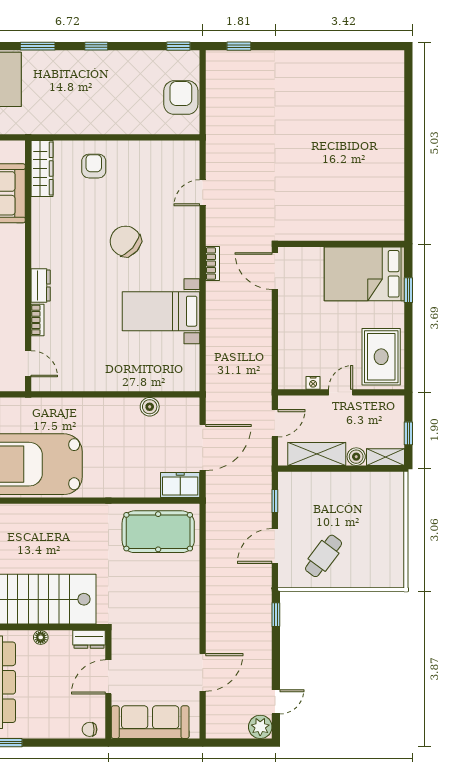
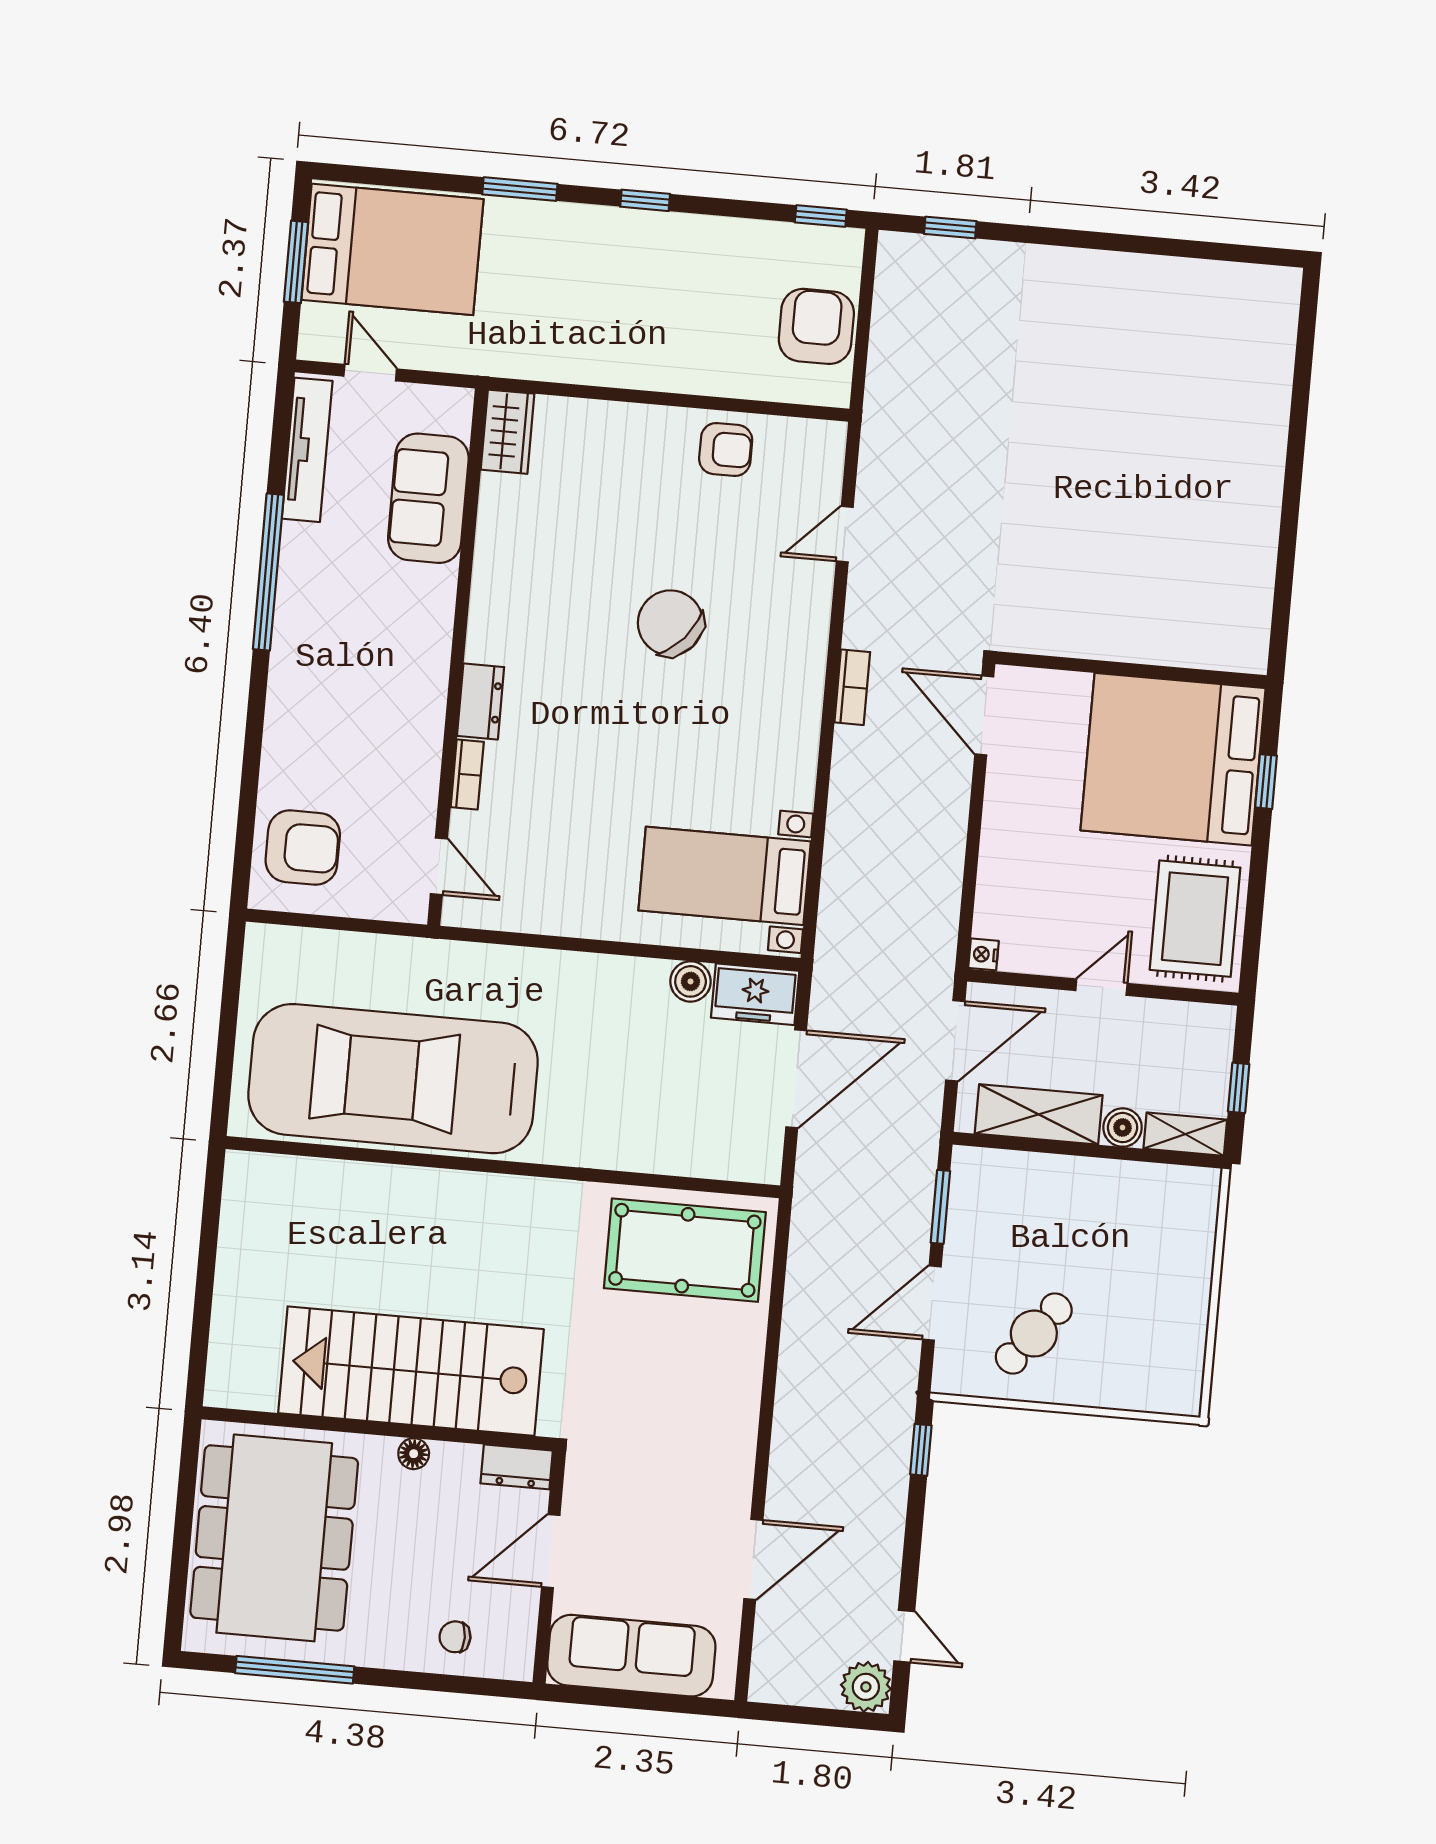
armchair: (94, 166) -> (726, 449), moved, turned 90
wardrobe: (42, 169) -> (508, 432), width x0.67
bed: (364, 274) -> (1173, 759), width x1.36
bed with nightstands: (161, 311) -> (725, 876), moved
nightstand: (313, 383) -> (984, 954), moved, turned 90
door: (275, 423) -> (955, 1041), width x1.38
freezer: (180, 485) -> (755, 994), moved, turned 180
window: (275, 501) -> (940, 1207), width x1.50
door: (276, 702) -> (904, 1636), hinge flipped
chair: (90, 729) -> (455, 1637), moved

